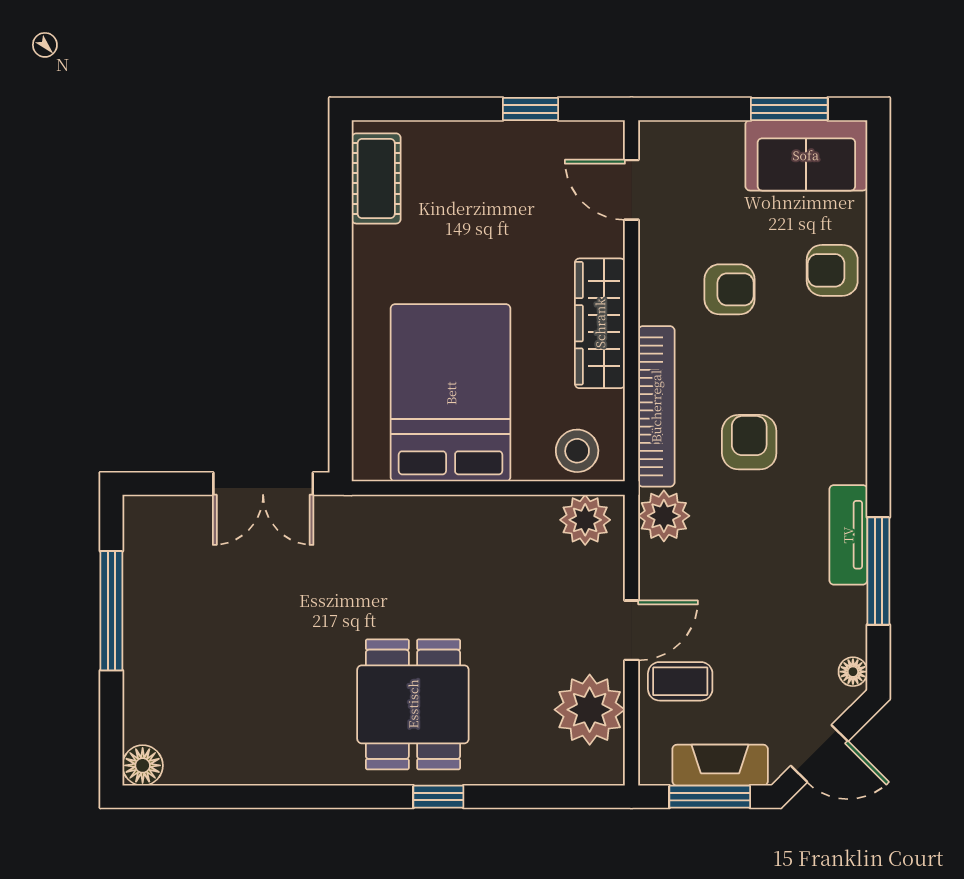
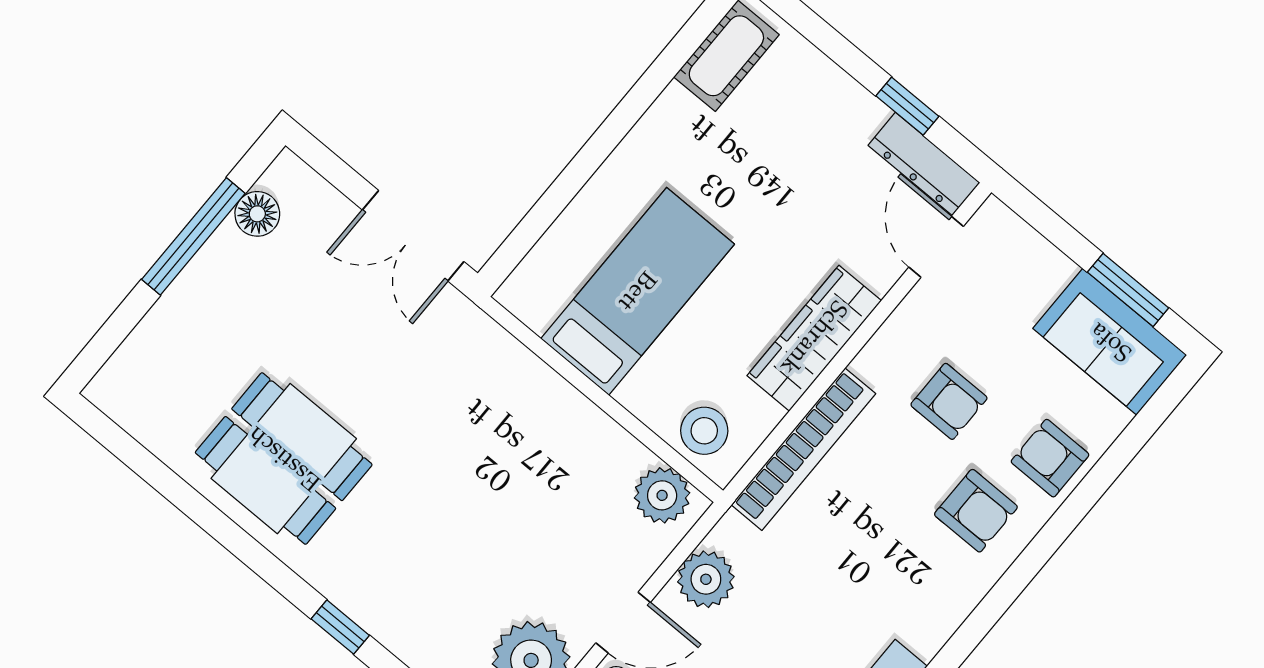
dresser: (575, 139) -> (924, 164), added
bed: (451, 393) -> (638, 291), width x0.67
armchair: (749, 442) -> (976, 511), moved, turned 90
plant: (664, 516) -> (706, 579), moved
dining table: (413, 704) -> (284, 459), moved, turned 90
floor lamp: (143, 765) -> (257, 214), moved

